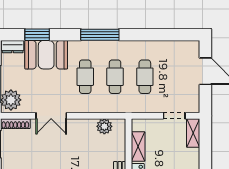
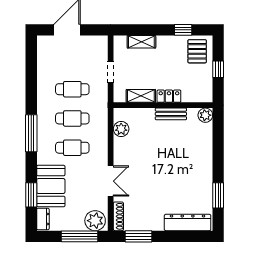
doorway: (174, 116) -> (111, 72), moved
shelving: (193, 133) -> (141, 42), moved

